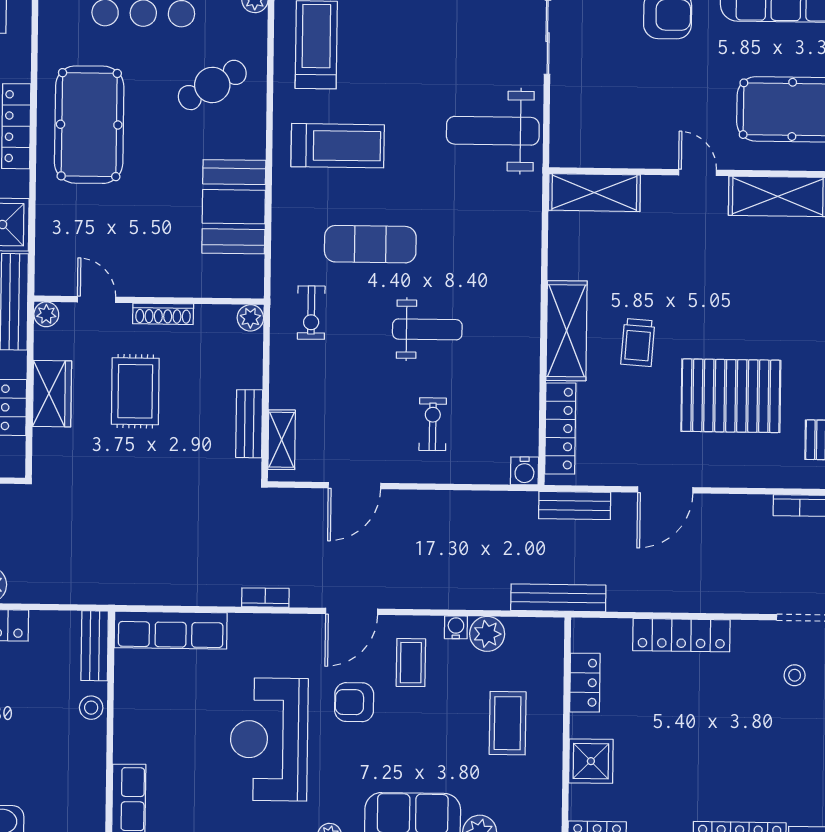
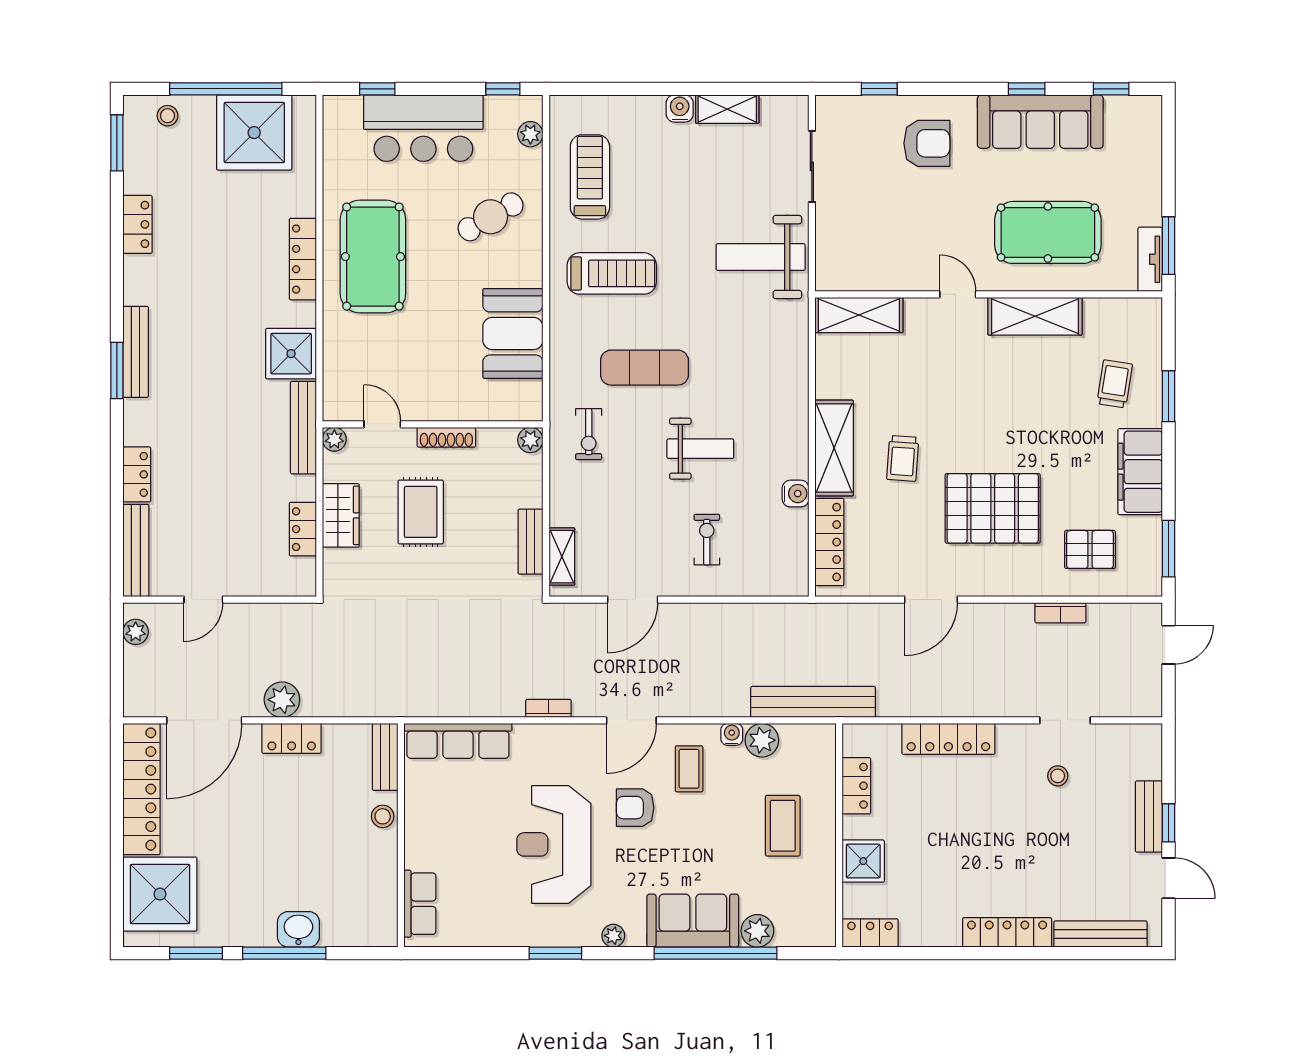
water cooler: (524, 471) -> (796, 494), moved, turned -90
bench: (575, 505) -> (844, 616), removed
bench: (558, 598) -> (813, 702), width x1.37, depth x1.21

